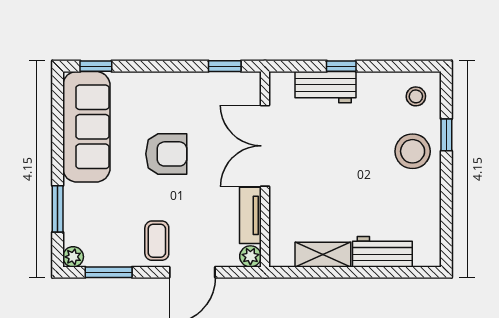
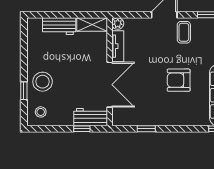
double door: (265, 146) -> (110, 85), moved
wall: (265, 169) -> (110, 72), moved
tv unit: (250, 215) -> (118, 46), moved
plant: (250, 256) -> (118, 24), moved

